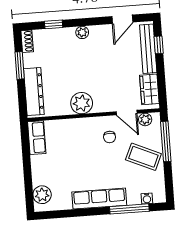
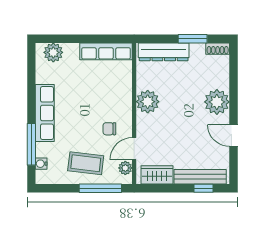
door: (122, 19) -> (234, 135), moved
window: (54, 24) -> (234, 78), removed
plant: (82, 32) -> (217, 102), width x1.87, depth x1.87
row of seats: (37, 138) -> (106, 51), width x1.48
coffee table: (143, 157) -> (86, 163), turned 73

